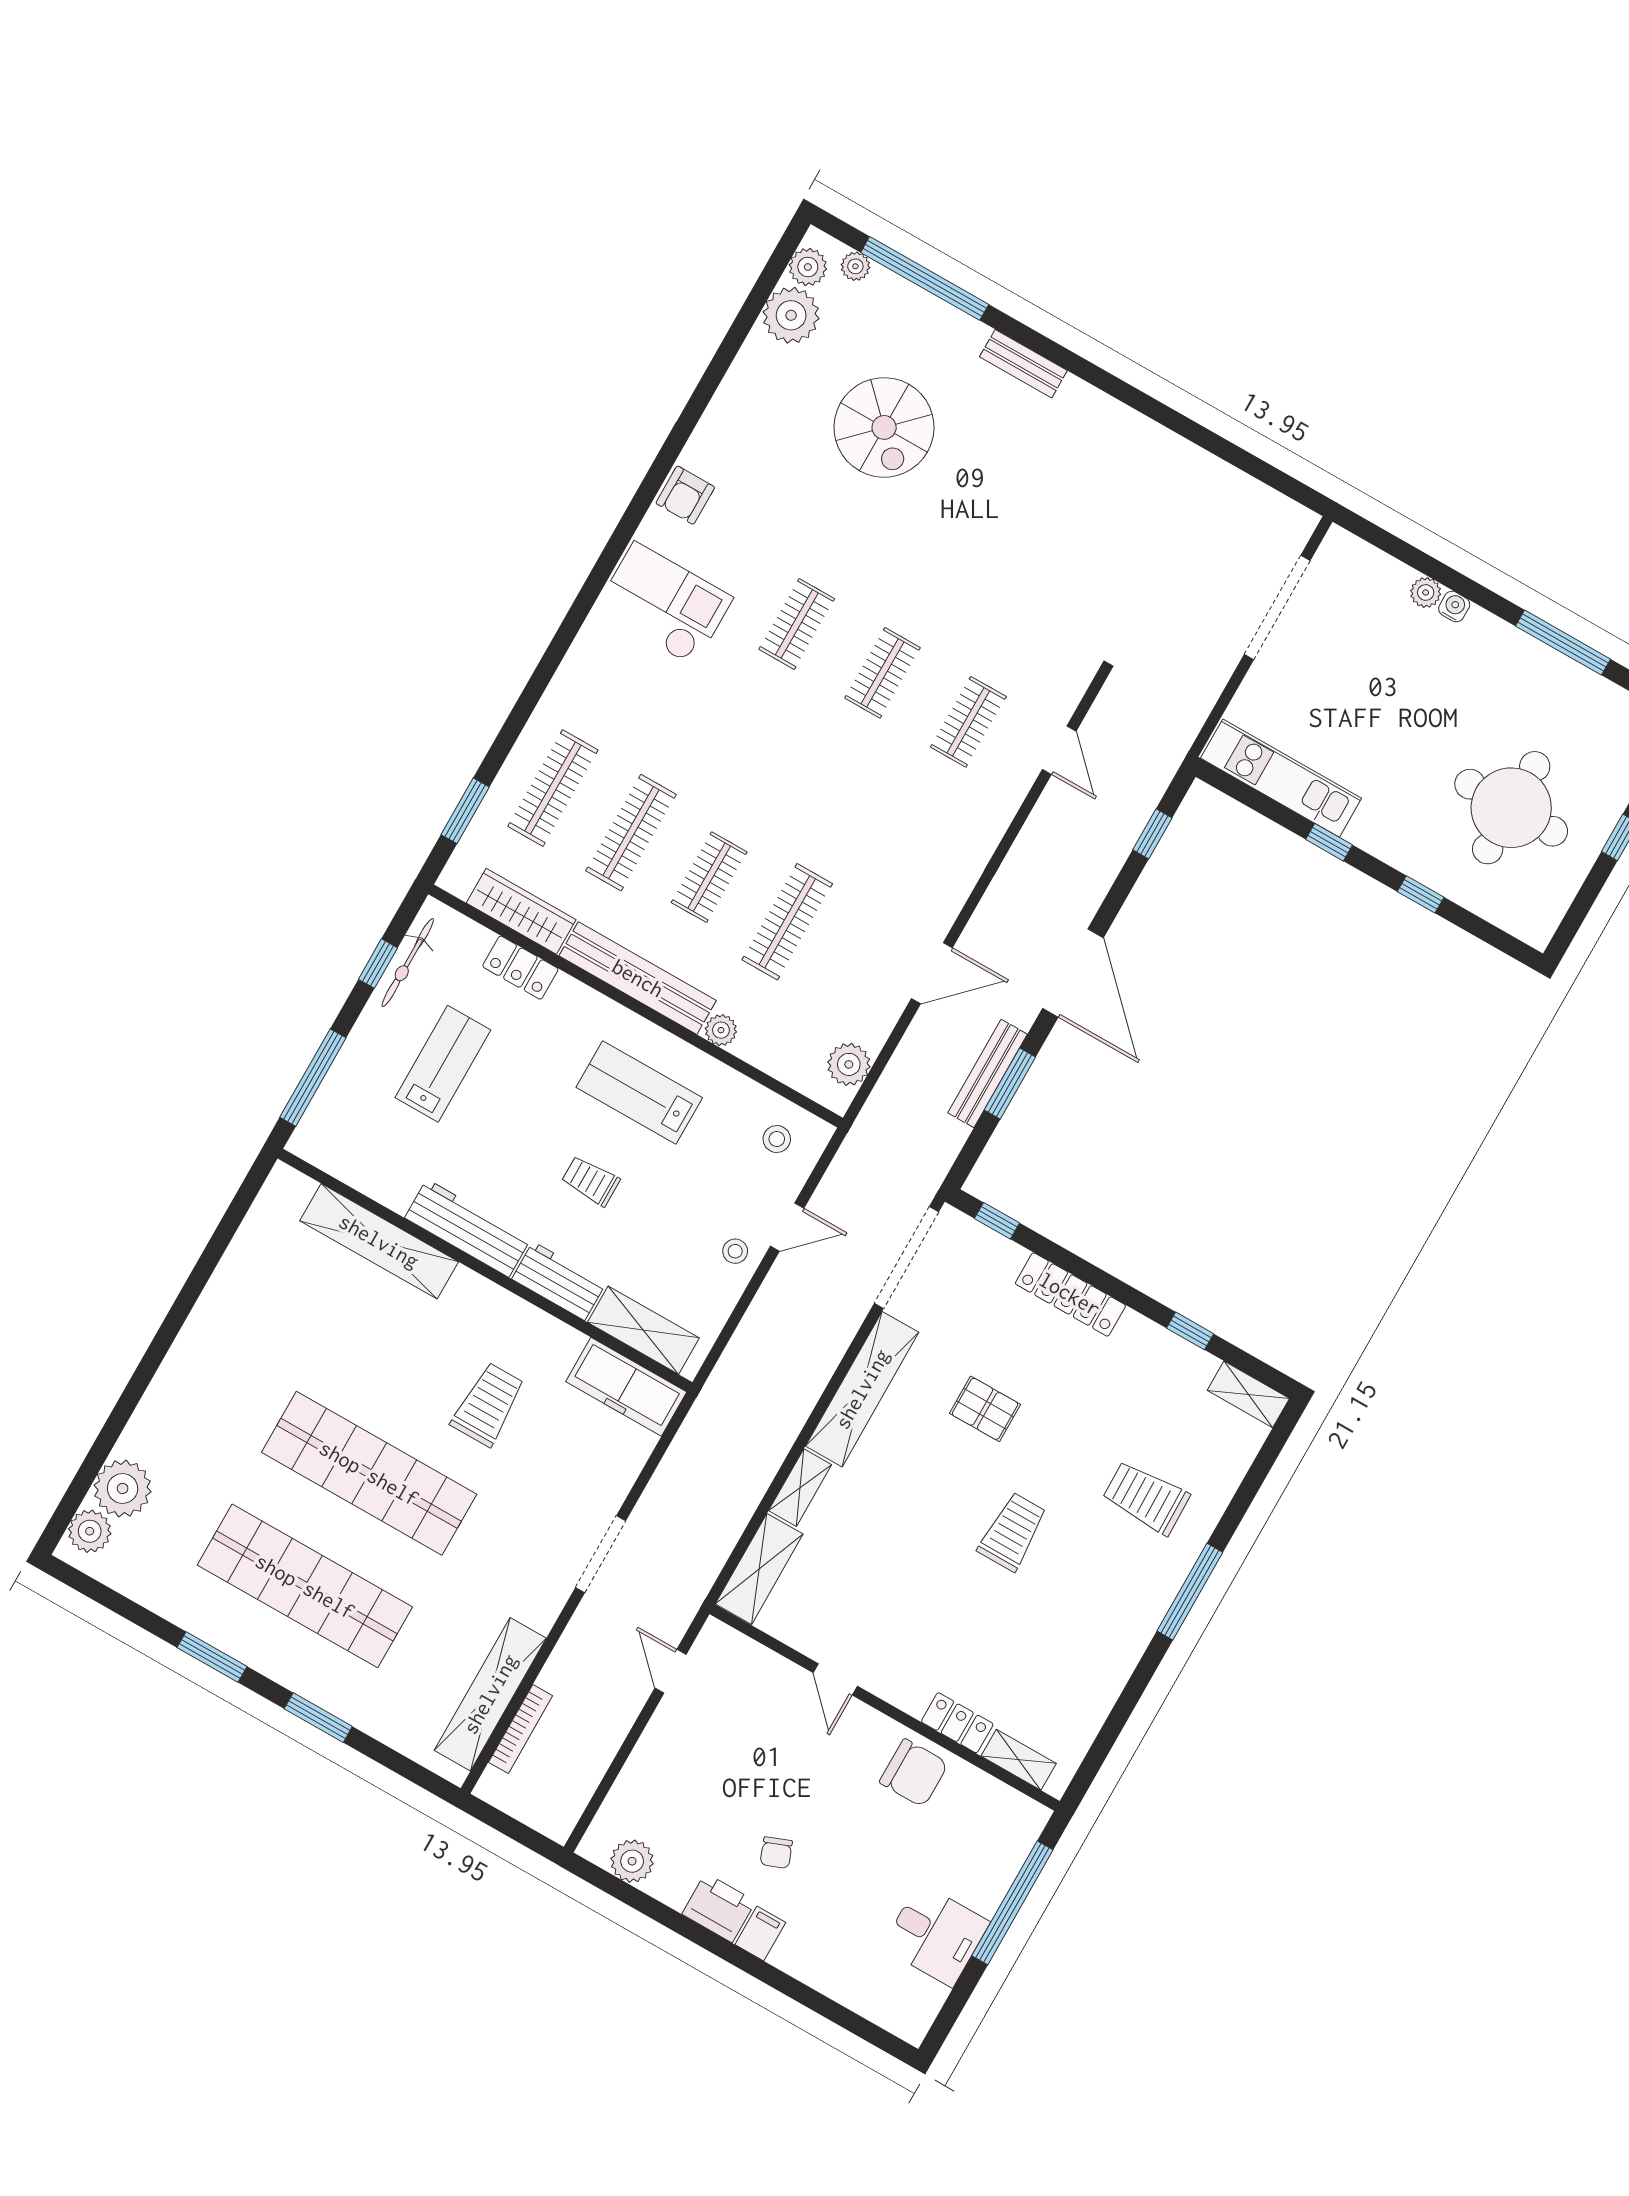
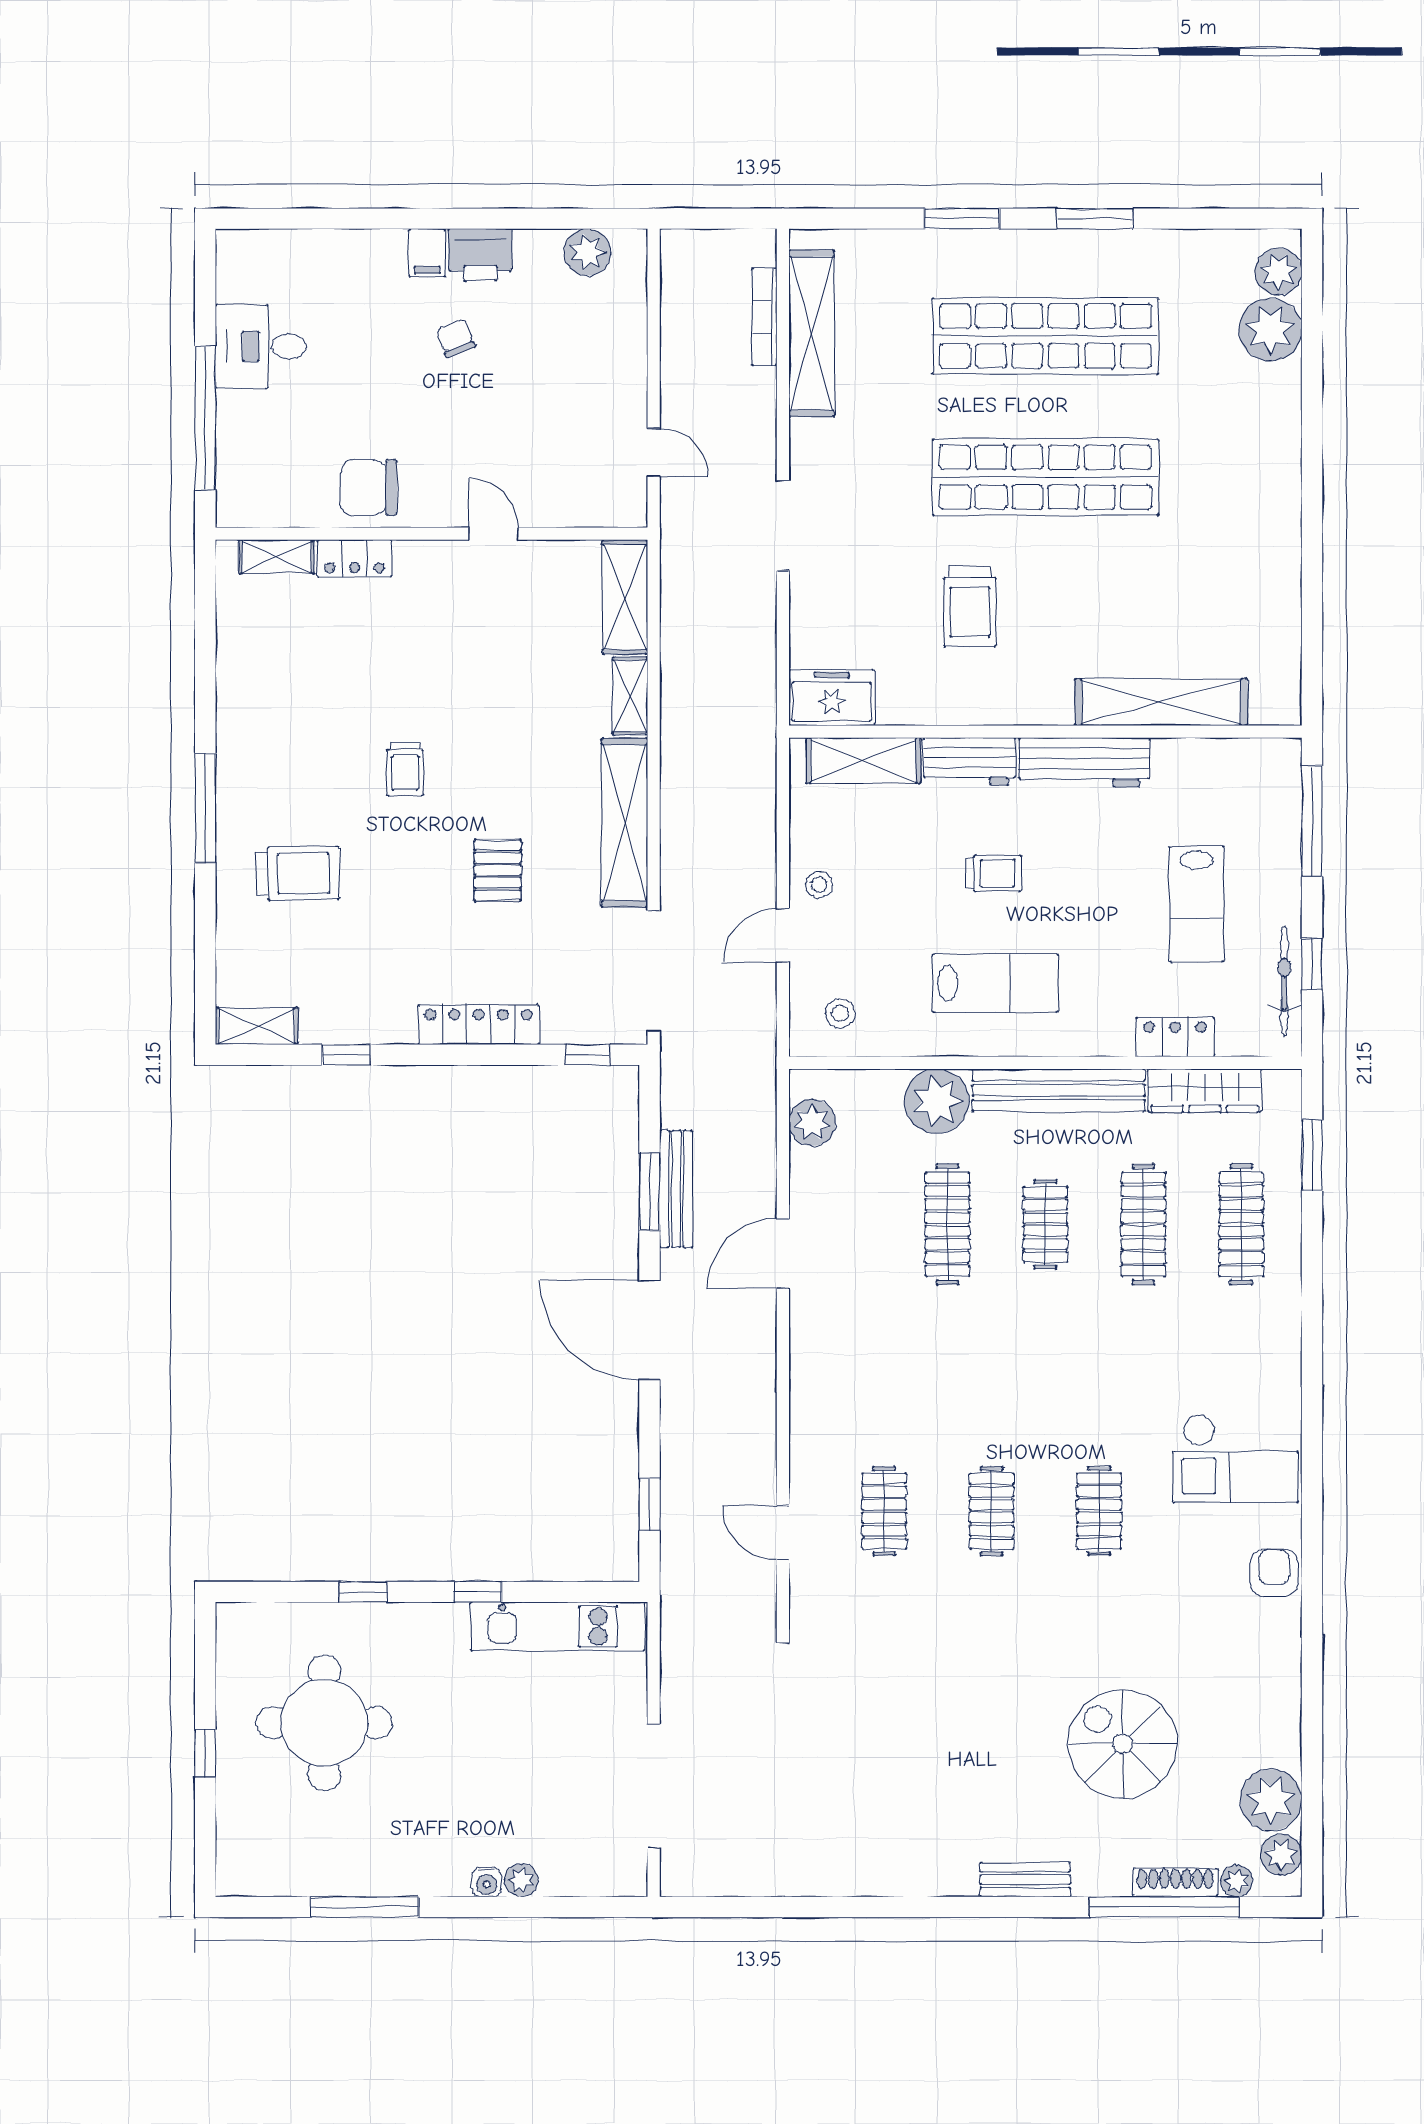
shoe rack: (905, 293) -> (1175, 1882), added
plant: (721, 1030) -> (937, 1101), width x1.88, depth x1.88
freezer: (626, 1387) -> (832, 698), width x0.71
pallet: (985, 1409) -> (498, 870), turned 90
trolley: (1012, 1532) -> (405, 769), width x0.73, depth x0.72

